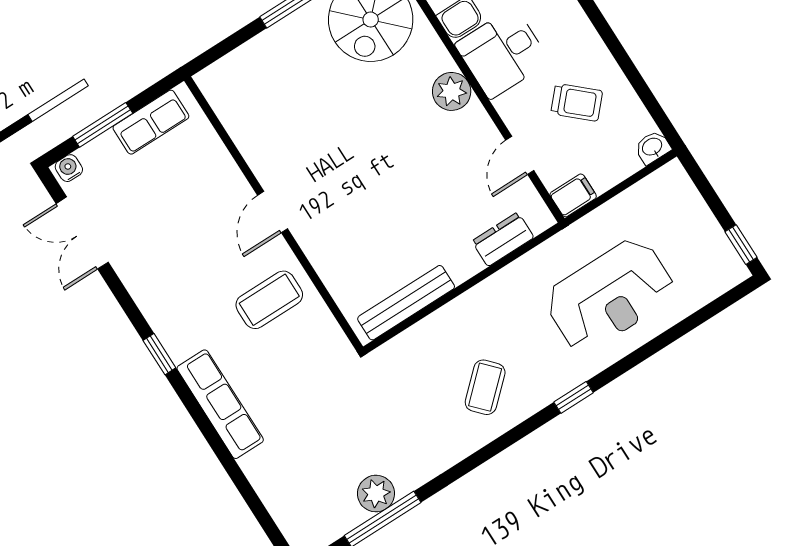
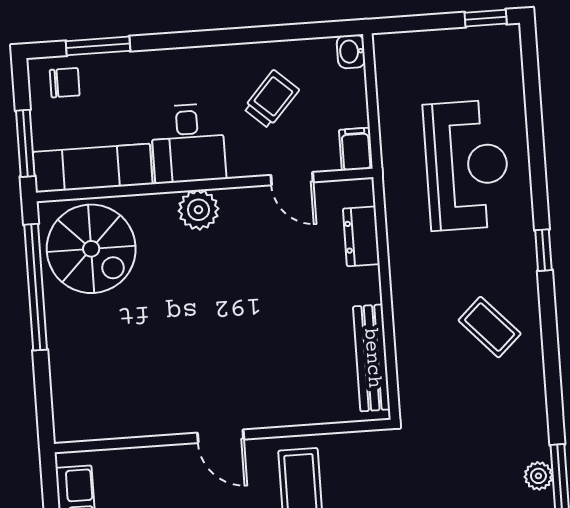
plant: (376, 494) -> (538, 476), width x0.73, depth x0.73

